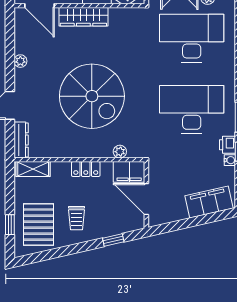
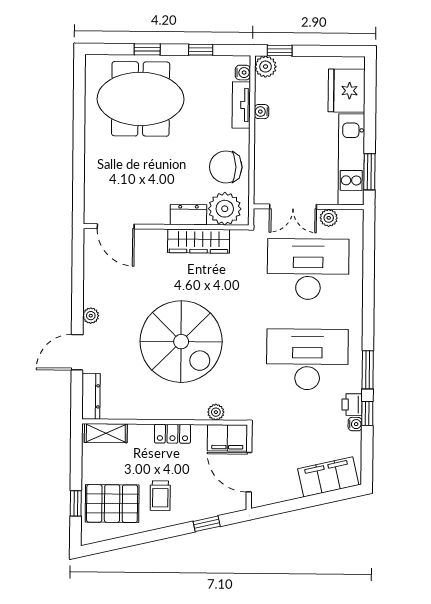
wardrobe: (83, 17) -> (199, 241), moved
plant: (20, 61) -> (91, 316), moved
pallet: (39, 225) -> (112, 504), turned 90

